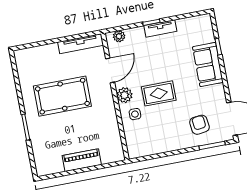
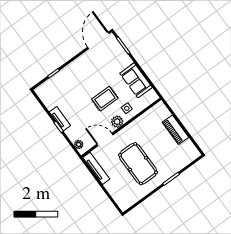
sofa: (208, 65) -> (136, 80), moved, turned 90
rug: (159, 93) -> (105, 99), turned 90
armchair: (199, 125) -> (113, 61), removed

